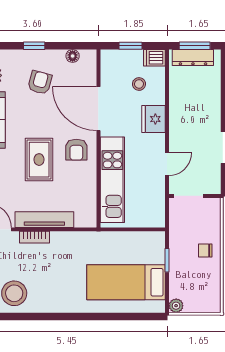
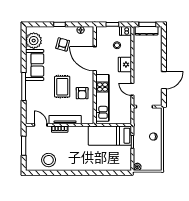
armchair: (76, 150) -> (82, 93), moved
door: (167, 164) -> (132, 89), swing flipped
bed: (126, 282) -> (110, 136), moved

